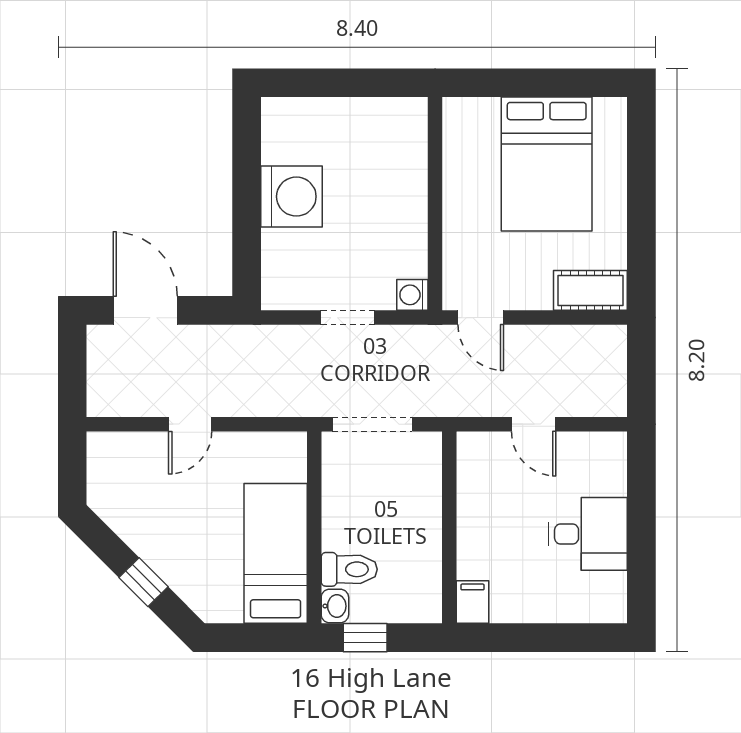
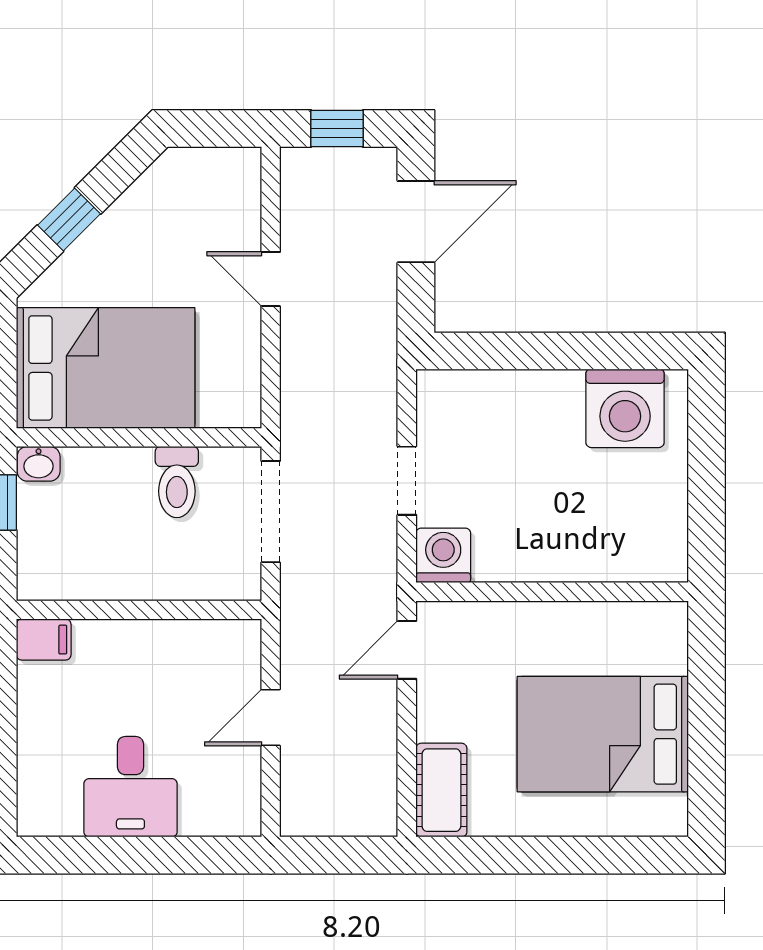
washing machine: (291, 197) -> (625, 408), moved
washing machine: (412, 295) -> (443, 555), width x1.38, depth x1.38
window: (72, 372) -> (337, 129), added
bed: (276, 553) -> (106, 368), width x1.50
toilet: (349, 569) -> (177, 482), moved

